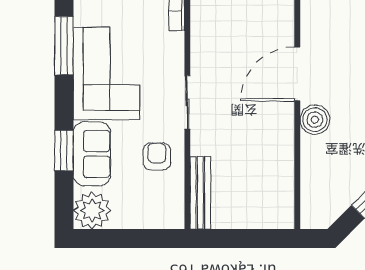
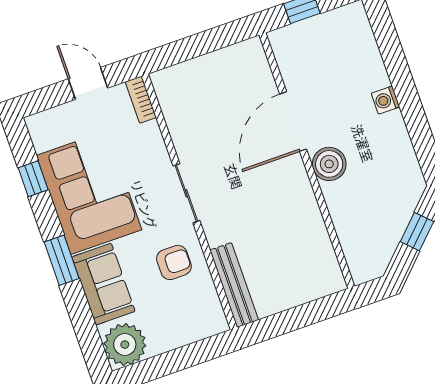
window: (64, 46) -> (33, 179), width x0.46
window: (64, 150) -> (62, 260), moved
armchair: (157, 156) -> (174, 262), turned 90

